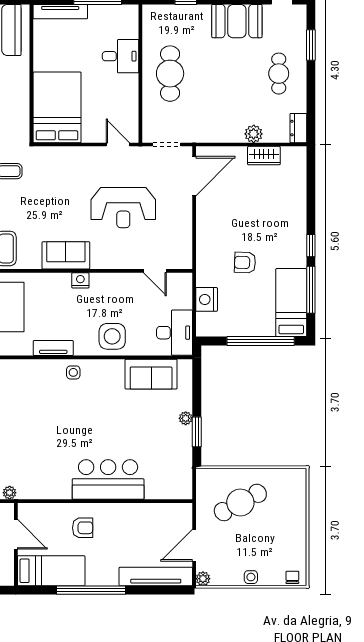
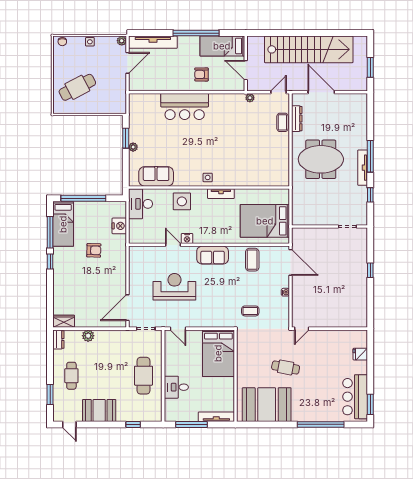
wardrobe: (264, 156) -> (64, 321), moved
door: (155, 271) -> (173, 245), moved
nightstand: (80, 280) -> (187, 239), moved
cafe table: (240, 502) -> (77, 87), moved

